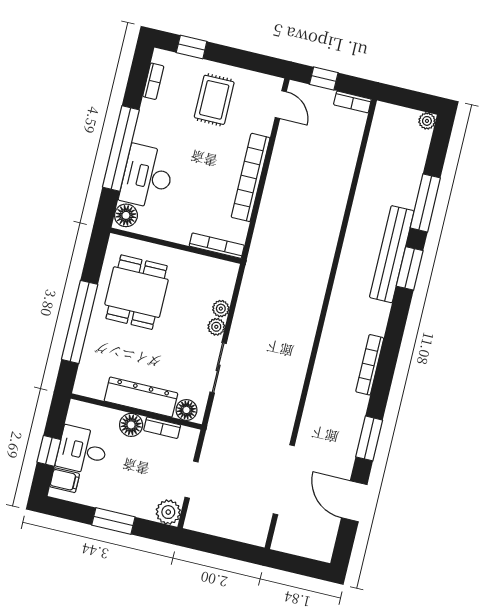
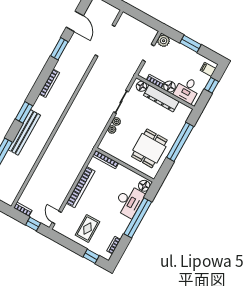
window: (410, 268) -> (24, 112), moved
desk: (82, 450) -> (187, 90), moved, turned 90

